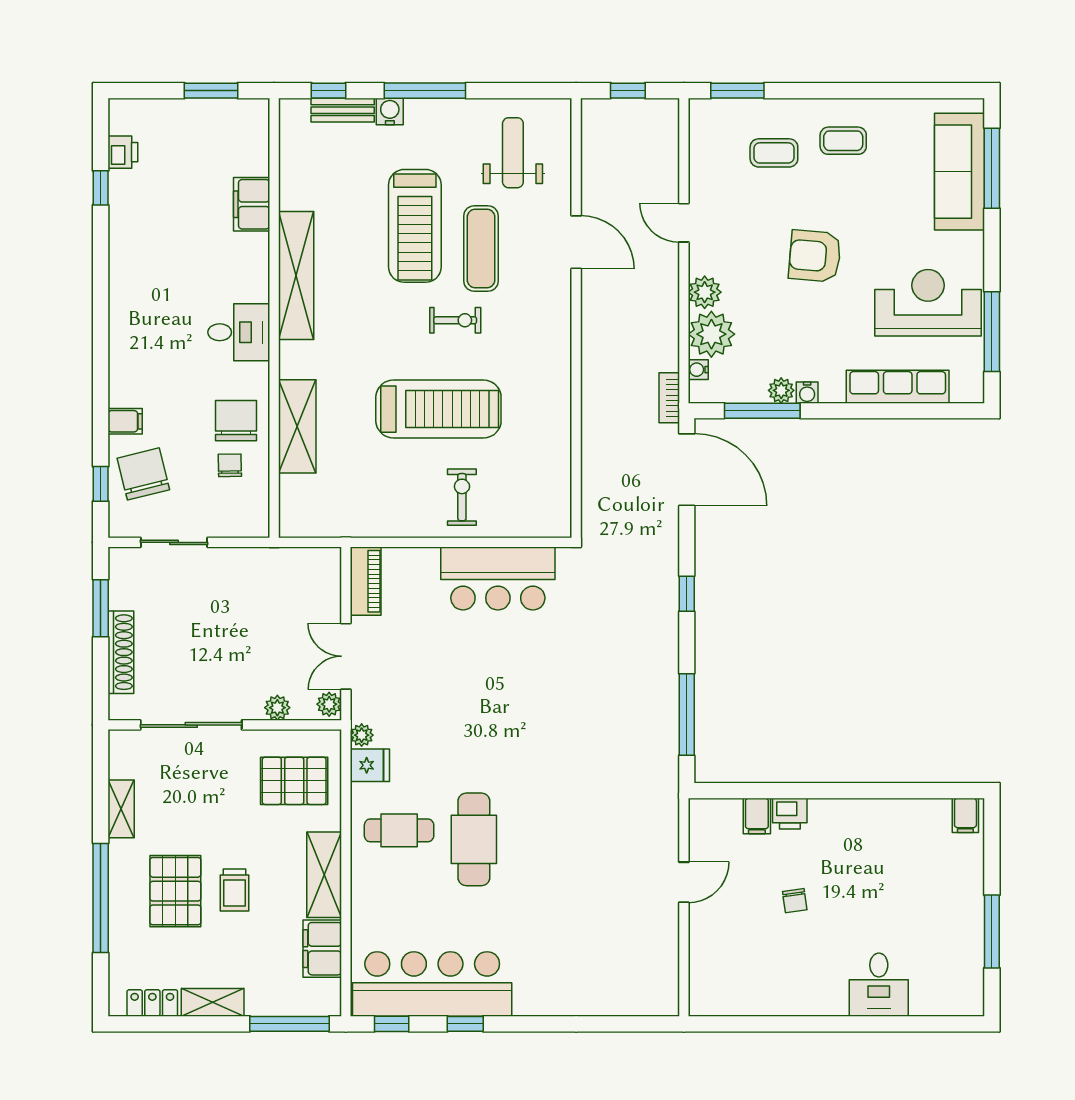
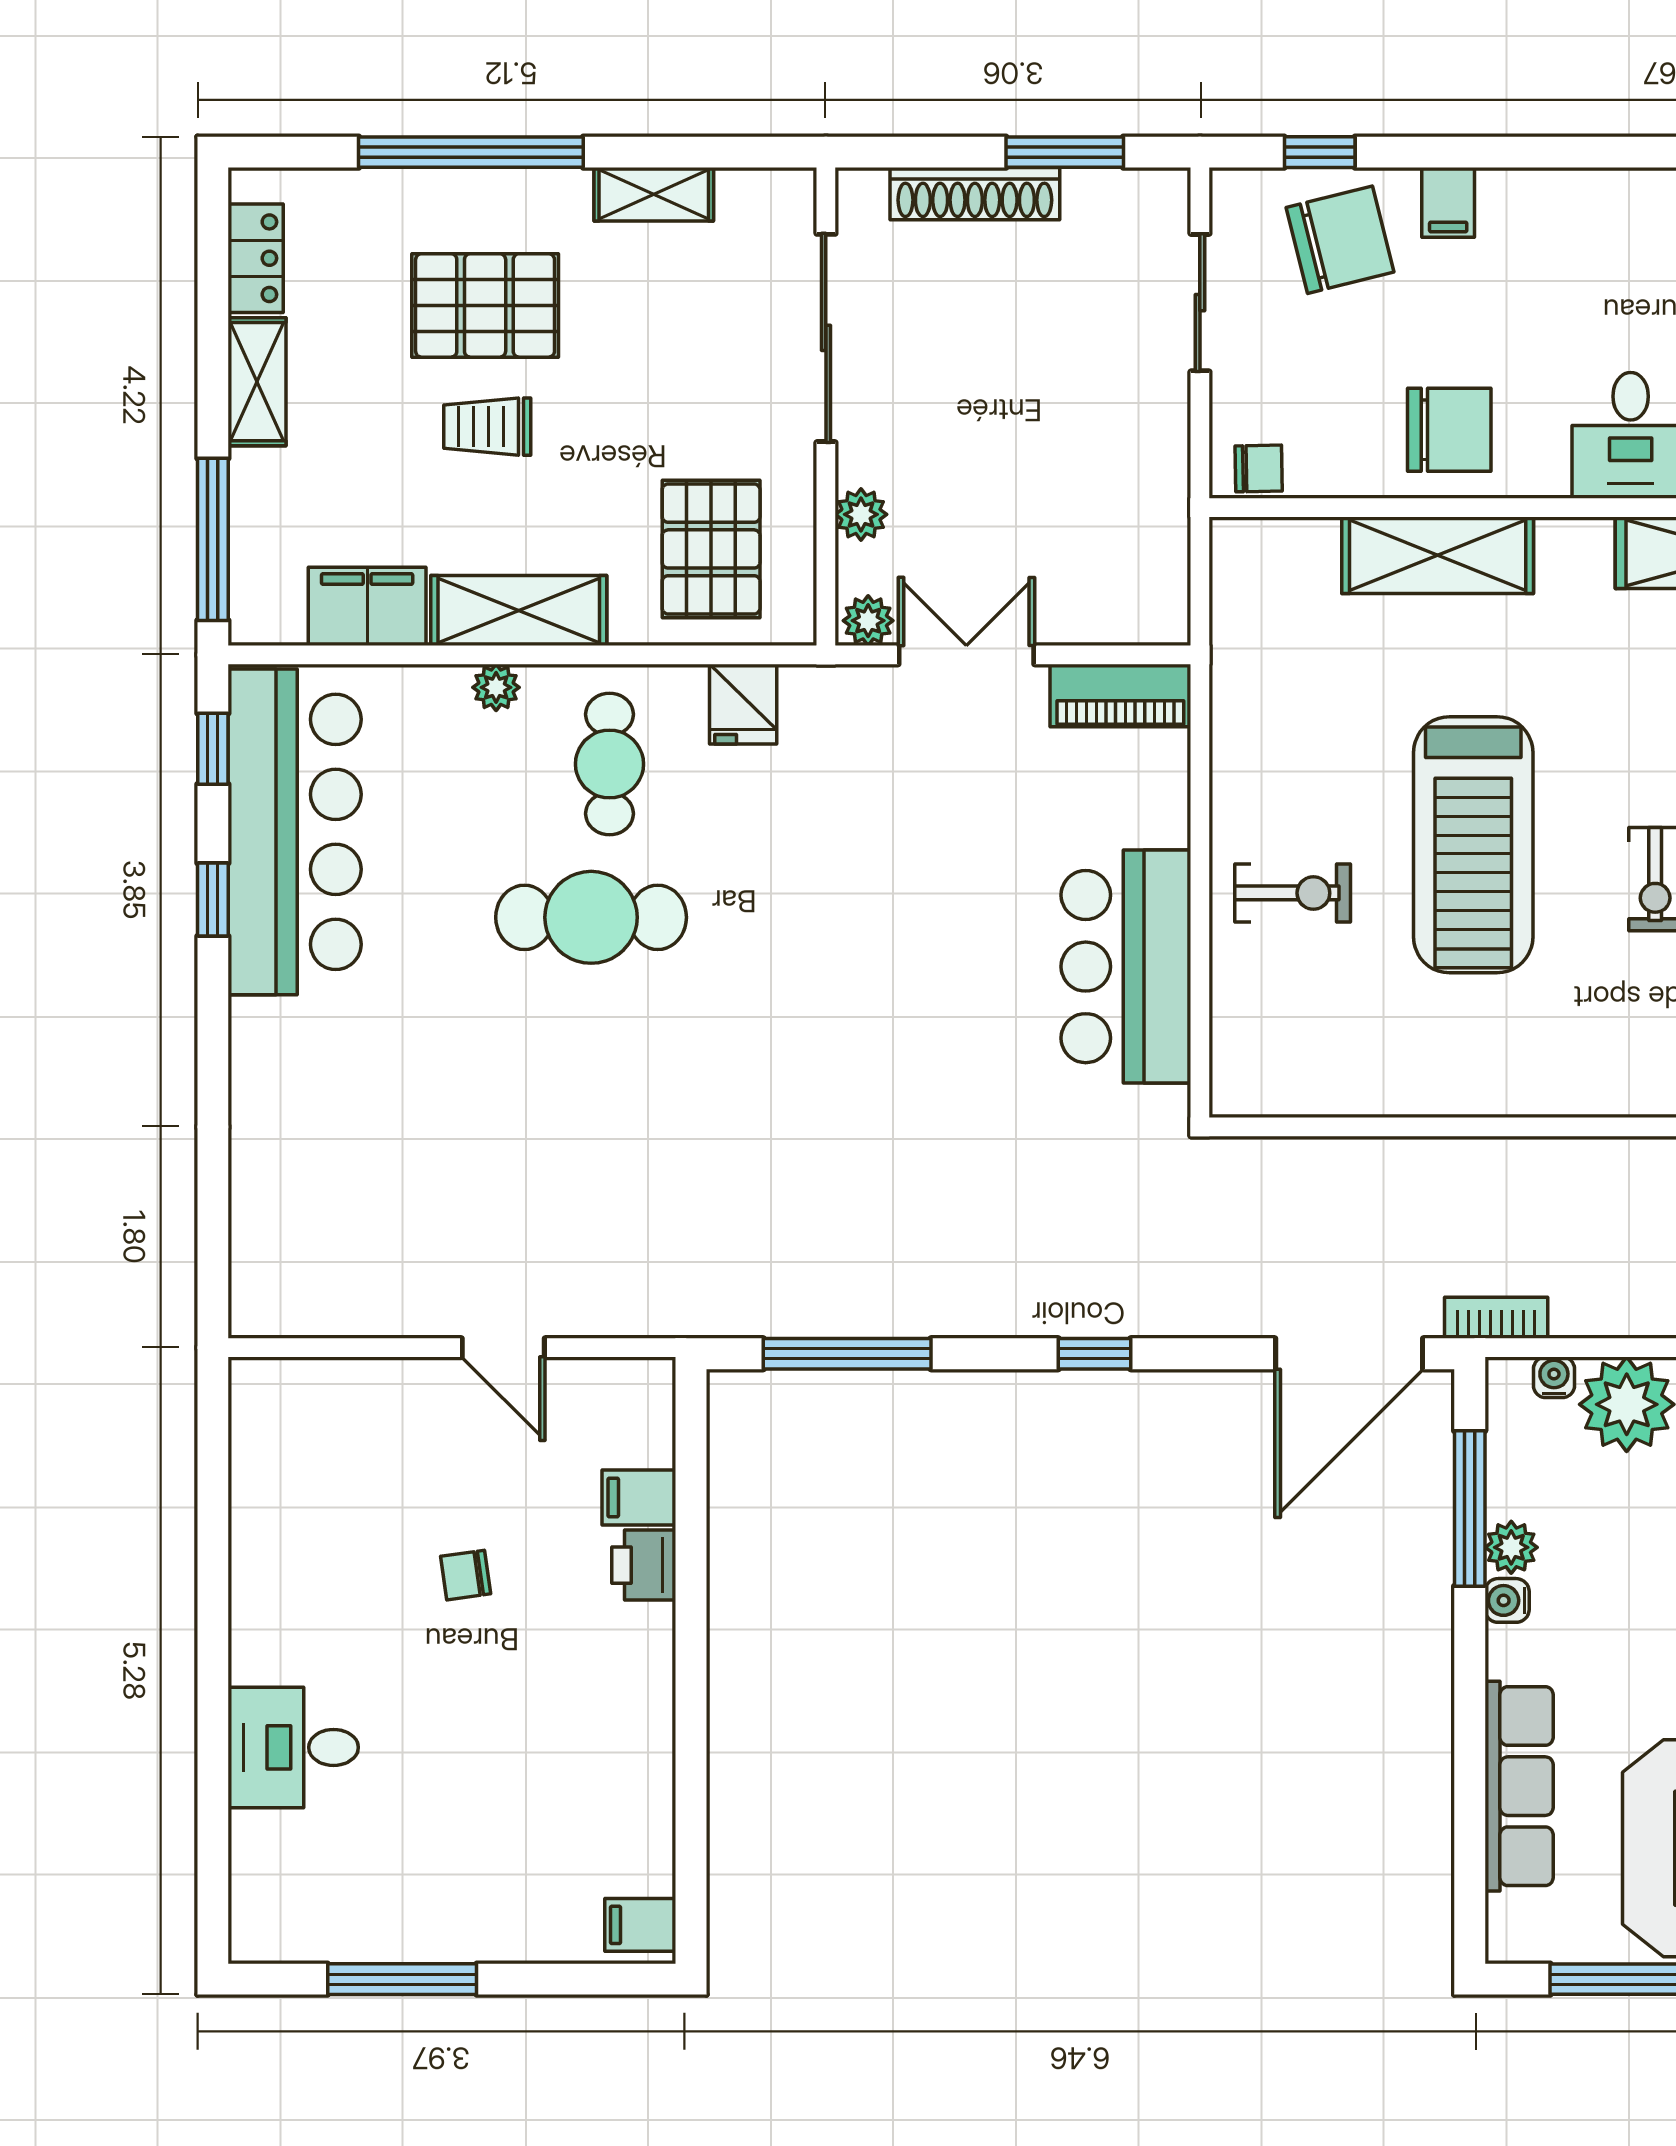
chair: (230, 465) -> (1259, 468), moved
plant: (362, 735) -> (496, 687), moved

